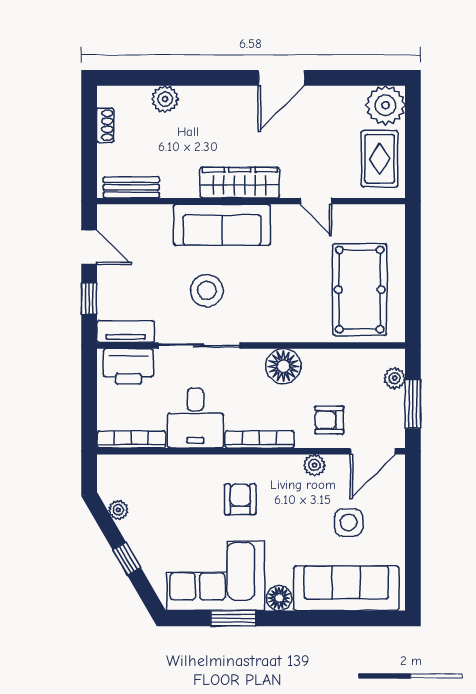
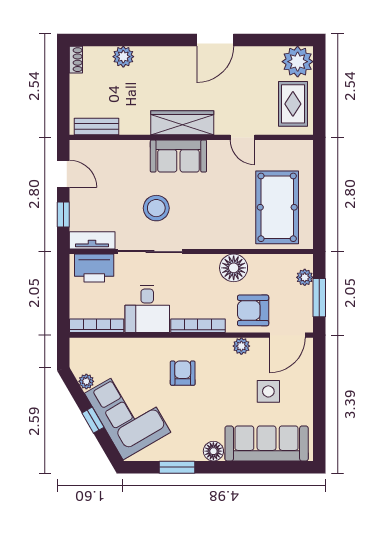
shoe rack: (105, 125) -> (76, 60), moved
sofa: (222, 225) -> (178, 156), width x0.73
floor lamp: (283, 366) -> (234, 268), moved
armchair: (329, 420) -> (253, 310), width x1.38, depth x1.38
corner sofa: (216, 576) -> (128, 413), moved, turned 60

